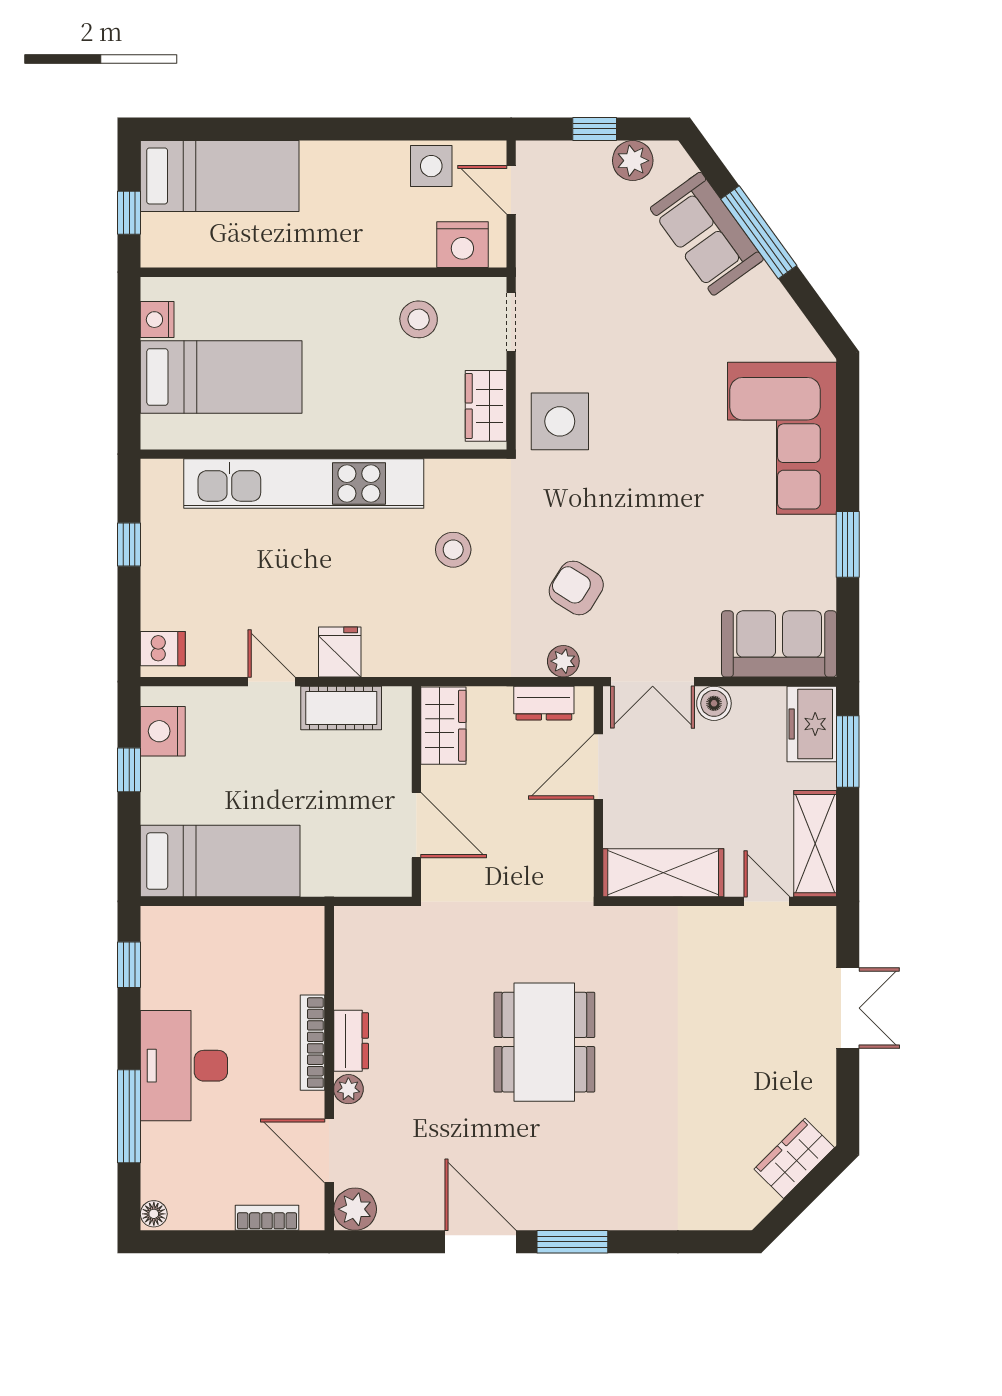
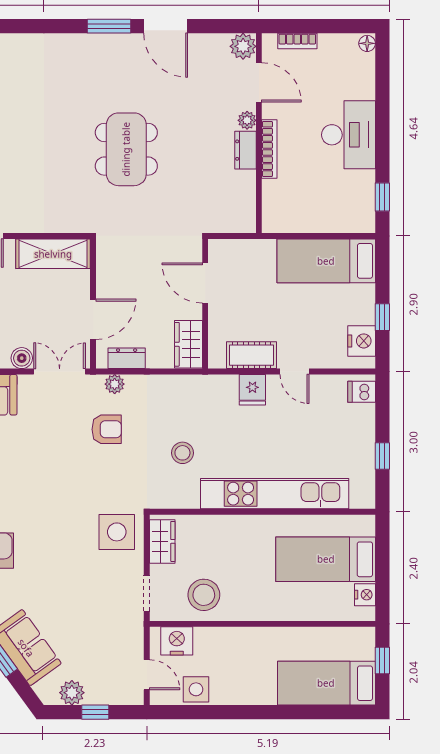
stool: (419, 319) -> (204, 595), width x1.38, depth x1.38
armchair: (576, 588) -> (107, 429), turned -32
window: (129, 1116) -> (382, 104), removed

